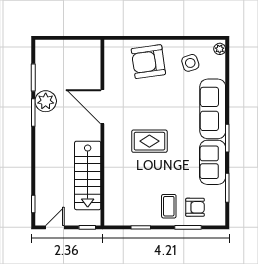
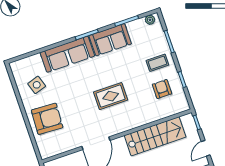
plant: (220, 49) -> (150, 20), moved
armchair: (148, 62) -> (47, 119), turned -79
rug: (149, 141) -> (111, 96), turned 90
armchair: (195, 207) -> (162, 89), moved
door: (55, 227) -> (206, 148), hinge flipped

